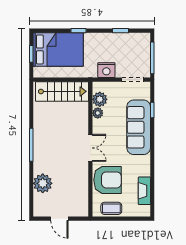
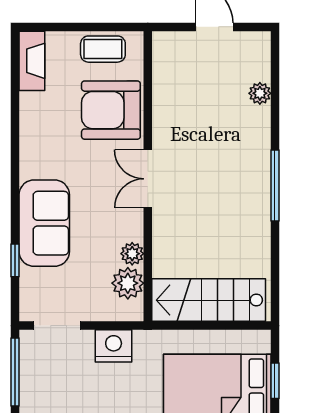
sofa: (139, 127) -> (44, 223), width x0.73
plant: (43, 183) -> (260, 93), width x0.53, depth x0.53
fireplace: (144, 191) -> (32, 61), moved

